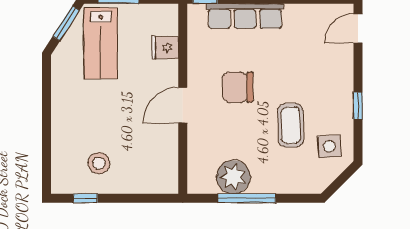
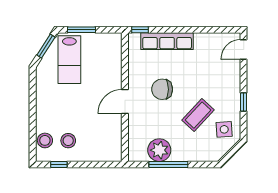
fridge: (165, 48) -> (113, 62), removed
coffee table: (291, 125) -> (198, 115), turned 44
stool: (65, 163) -> (45, 140), added

